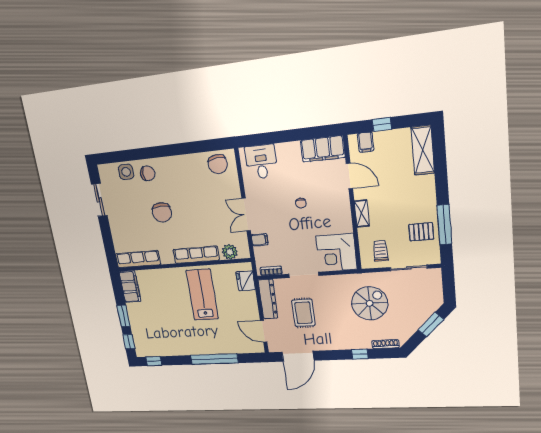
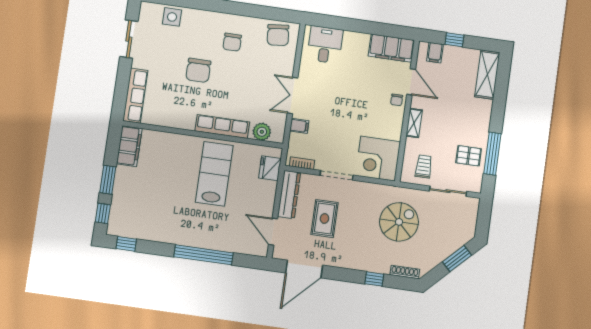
chair: (148, 173) -> (232, 42), moved, turned 90
chair: (301, 203) -> (397, 100), moved
row of seats: (138, 259) -> (135, 96), moved, turned 90

